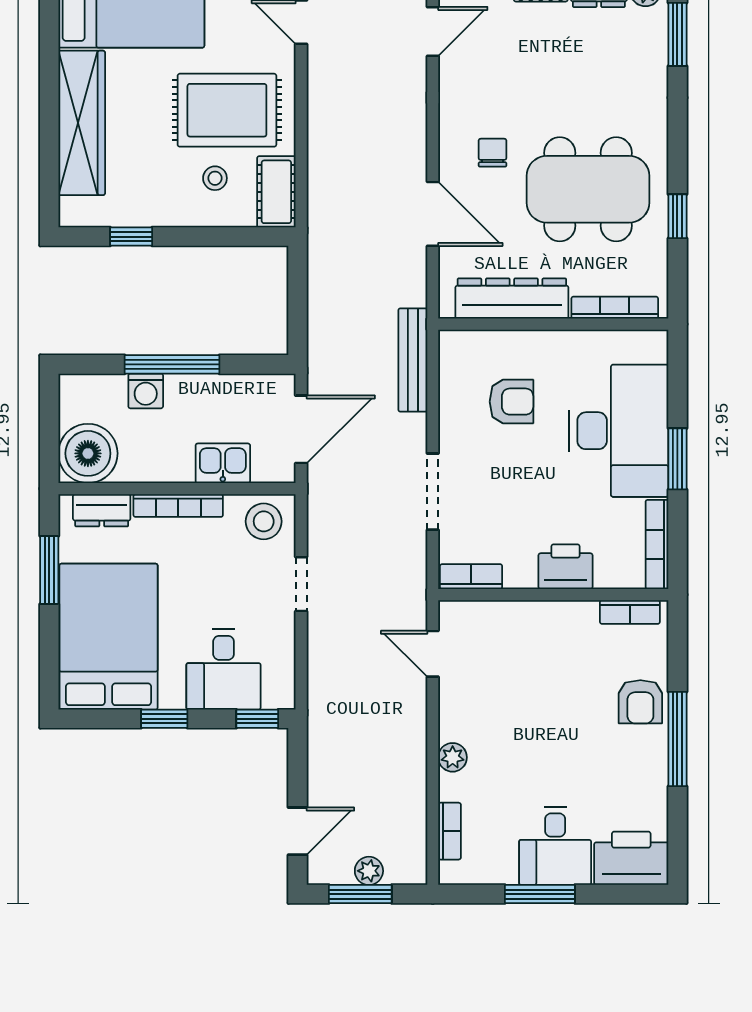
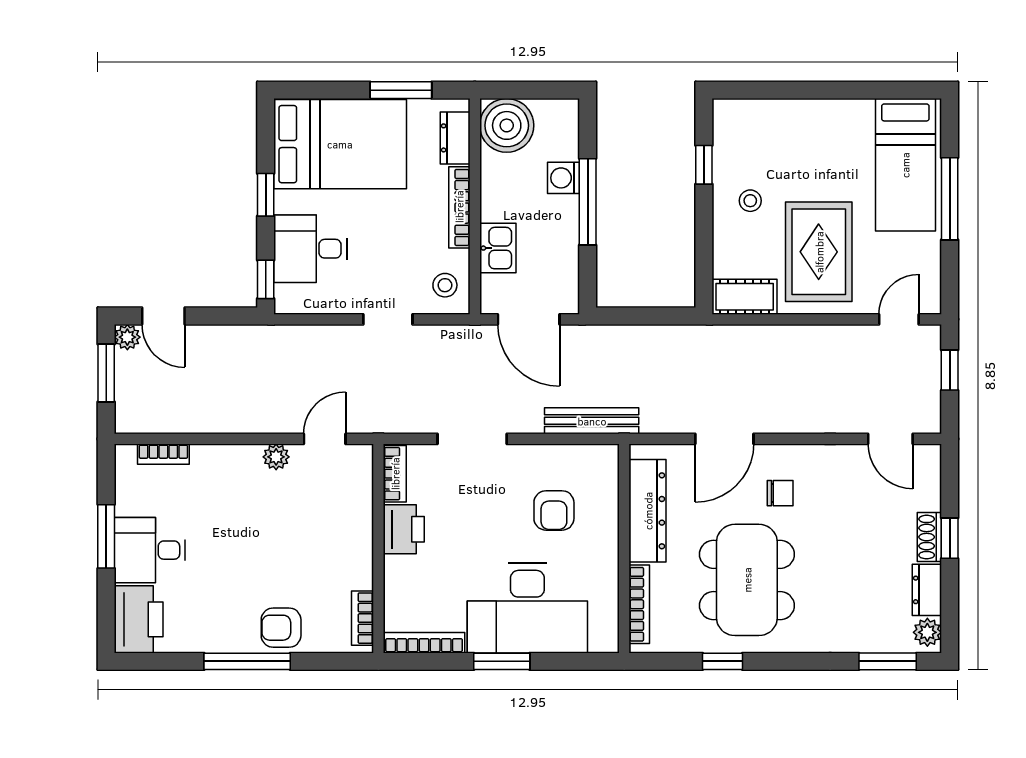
wardrobe: (82, 123) -> (807, 120), removed
stool: (215, 178) -> (750, 201), moved
stool: (264, 521) -> (445, 285), width x0.73, depth x0.73
printer: (566, 567) -> (404, 529), moved
plant: (453, 757) -> (276, 457), moved
plant: (369, 871) -> (127, 337), moved

